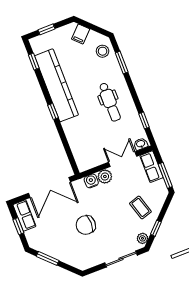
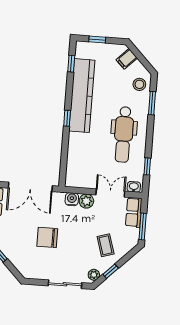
dental chair: (110, 102) -> (124, 134), width x1.36, depth x1.38

